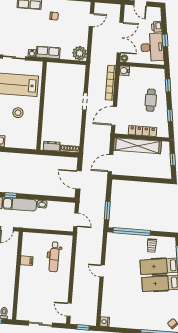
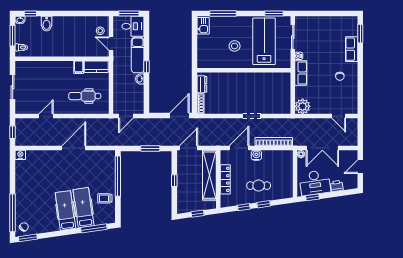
window: (165, 40) -> (313, 197), moved
water cooler: (124, 71) -> (256, 155), moved
window: (168, 85) -> (264, 204), moved
door: (114, 116) -> (239, 148), hinge flipped
door: (110, 163) -> (189, 148), hinge flipped
window: (140, 179) -> (174, 181), added
door: (79, 180) -> (179, 116), moved
window: (11, 195) -> (147, 67), moved
window: (107, 211) -> (150, 149), moved
kitchen counter: (27, 244) -> (96, 67), added
door: (102, 271) -> (74, 148), width x1.88
door: (69, 310) -> (46, 116), moved

